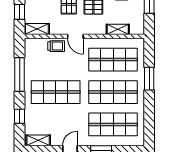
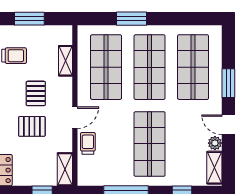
plant: (56, 141) -> (215, 143), added

